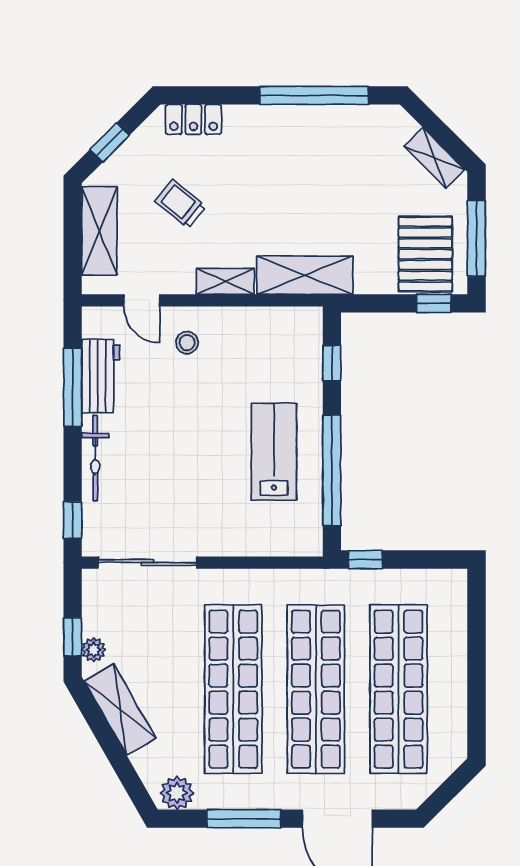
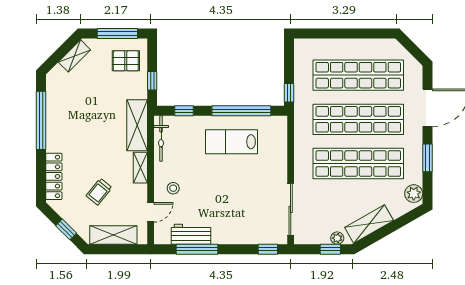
locker: (193, 119) -> (54, 176), width x1.53
pallet: (425, 254) -> (126, 61), width x0.67, depth x0.71
window: (434, 303) -> (152, 81), moved
bicycle: (95, 458) -> (161, 139), moved, turned 90
window: (244, 819) -> (428, 158), width x0.69

